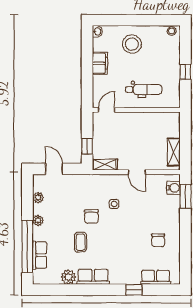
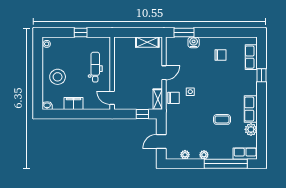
water cooler: (173, 188) -> (194, 42), moved
chair: (91, 216) -> (174, 98), moved
row of seats: (40, 255) -> (245, 154), moved

